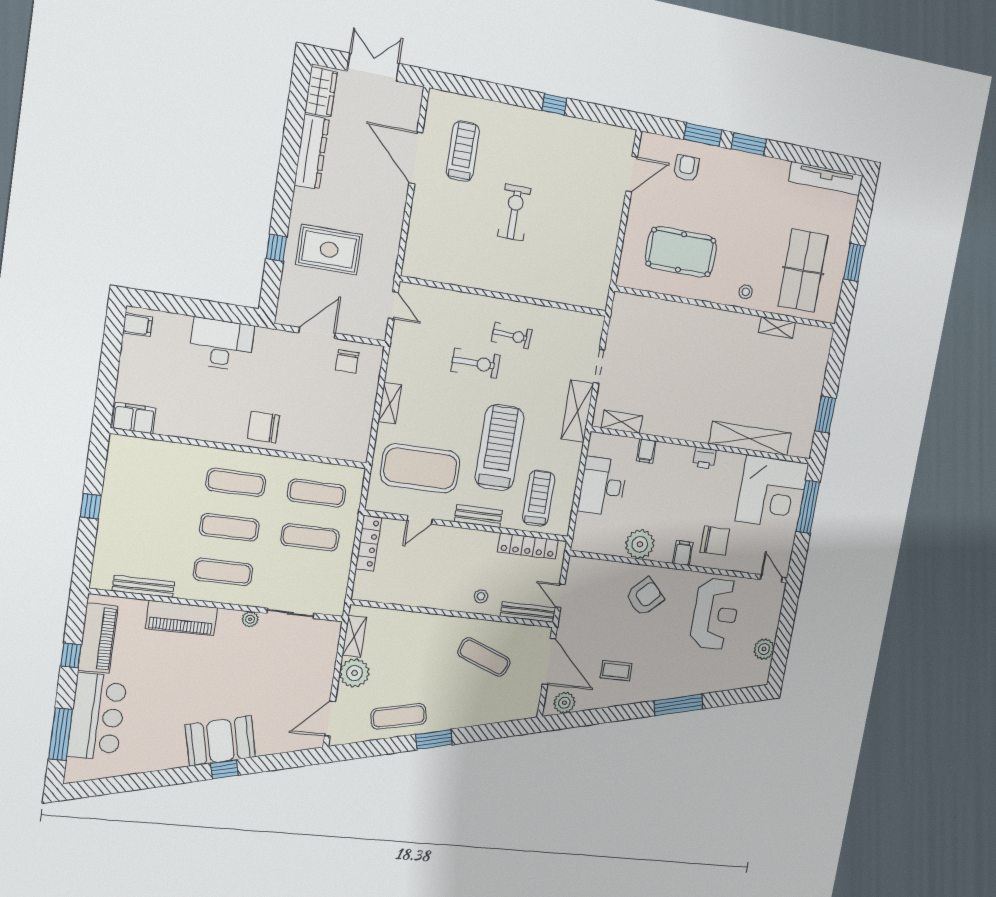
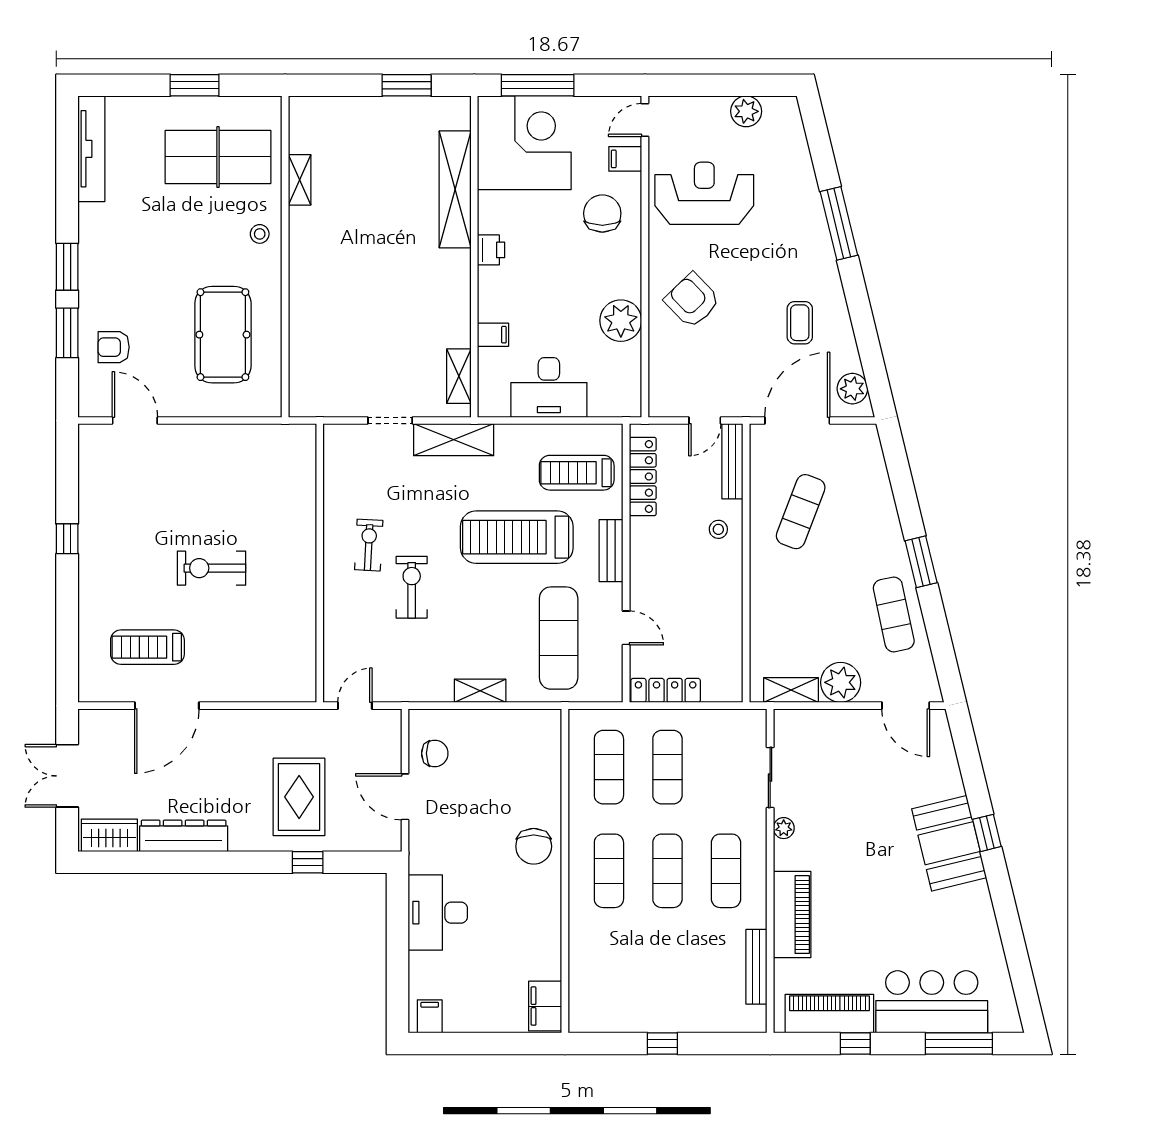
exercise mat: (420, 468) -> (559, 638), width x0.68
filing cabinet: (683, 553) -> (625, 159), moved

